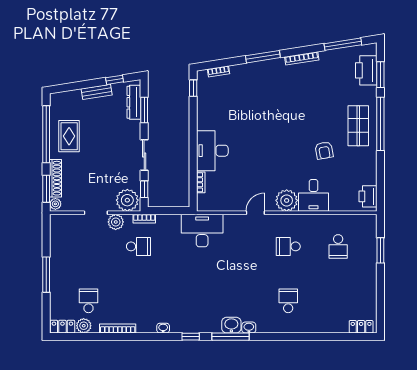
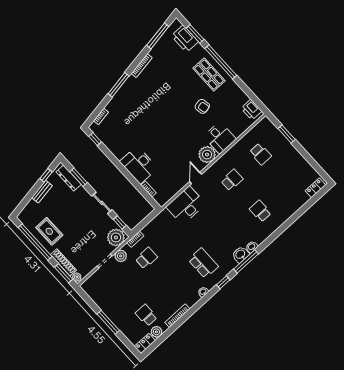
desk: (202, 231) -> (186, 205), moved
school desk: (288, 246) -> (232, 180), turned 180
school desk: (188, 301) -> (203, 263), added

